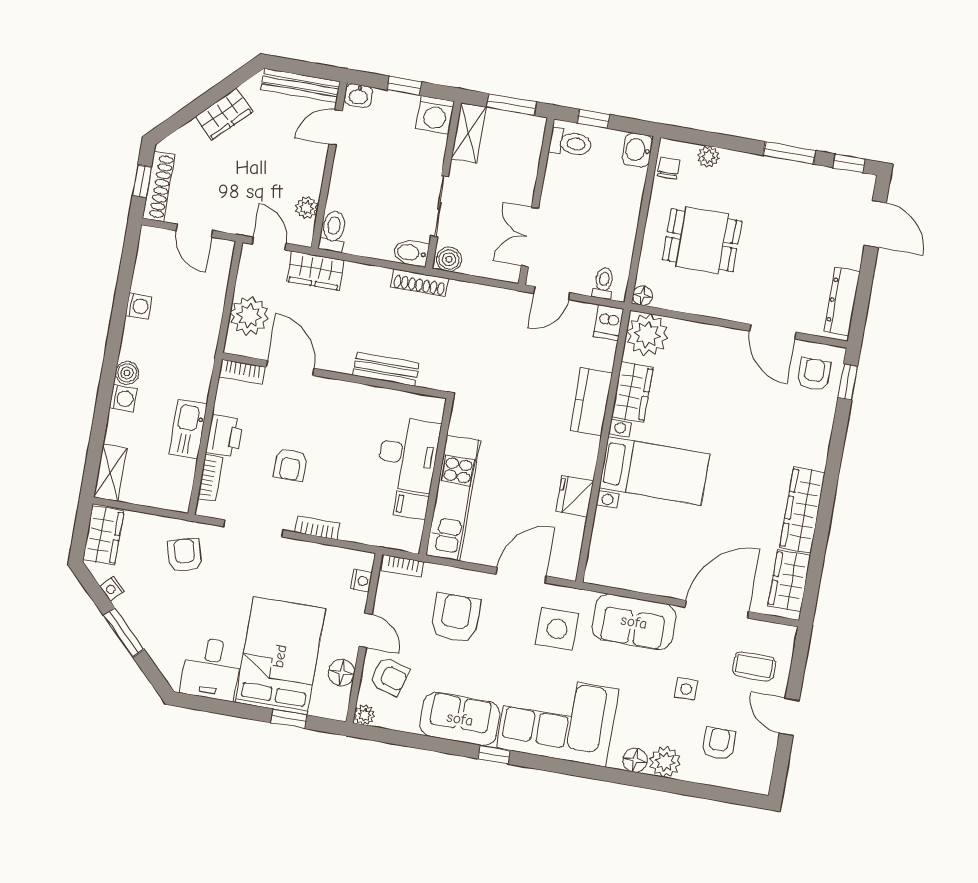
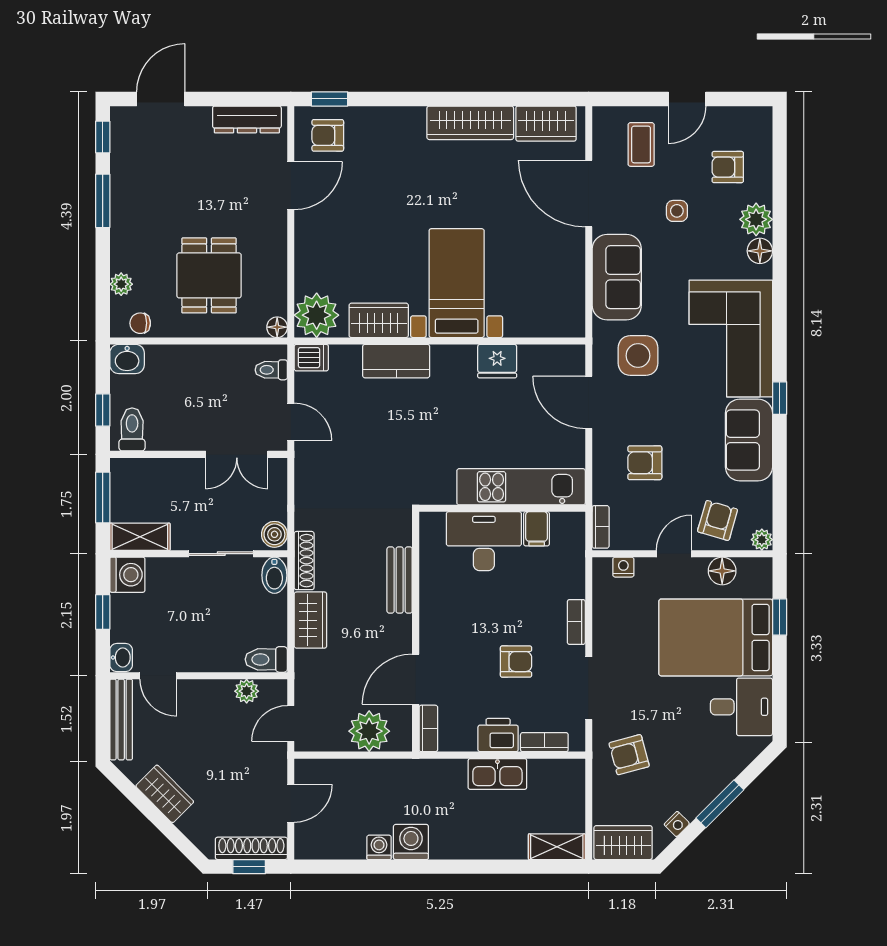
wardrobe: (315, 271) -> (310, 620), moved
boiler: (127, 373) -> (450, 847), removed
washing machine: (123, 398) -> (411, 842), moved, width x1.38, depth x1.38
armchair: (455, 618) -> (645, 463), width x0.72, depth x0.72

